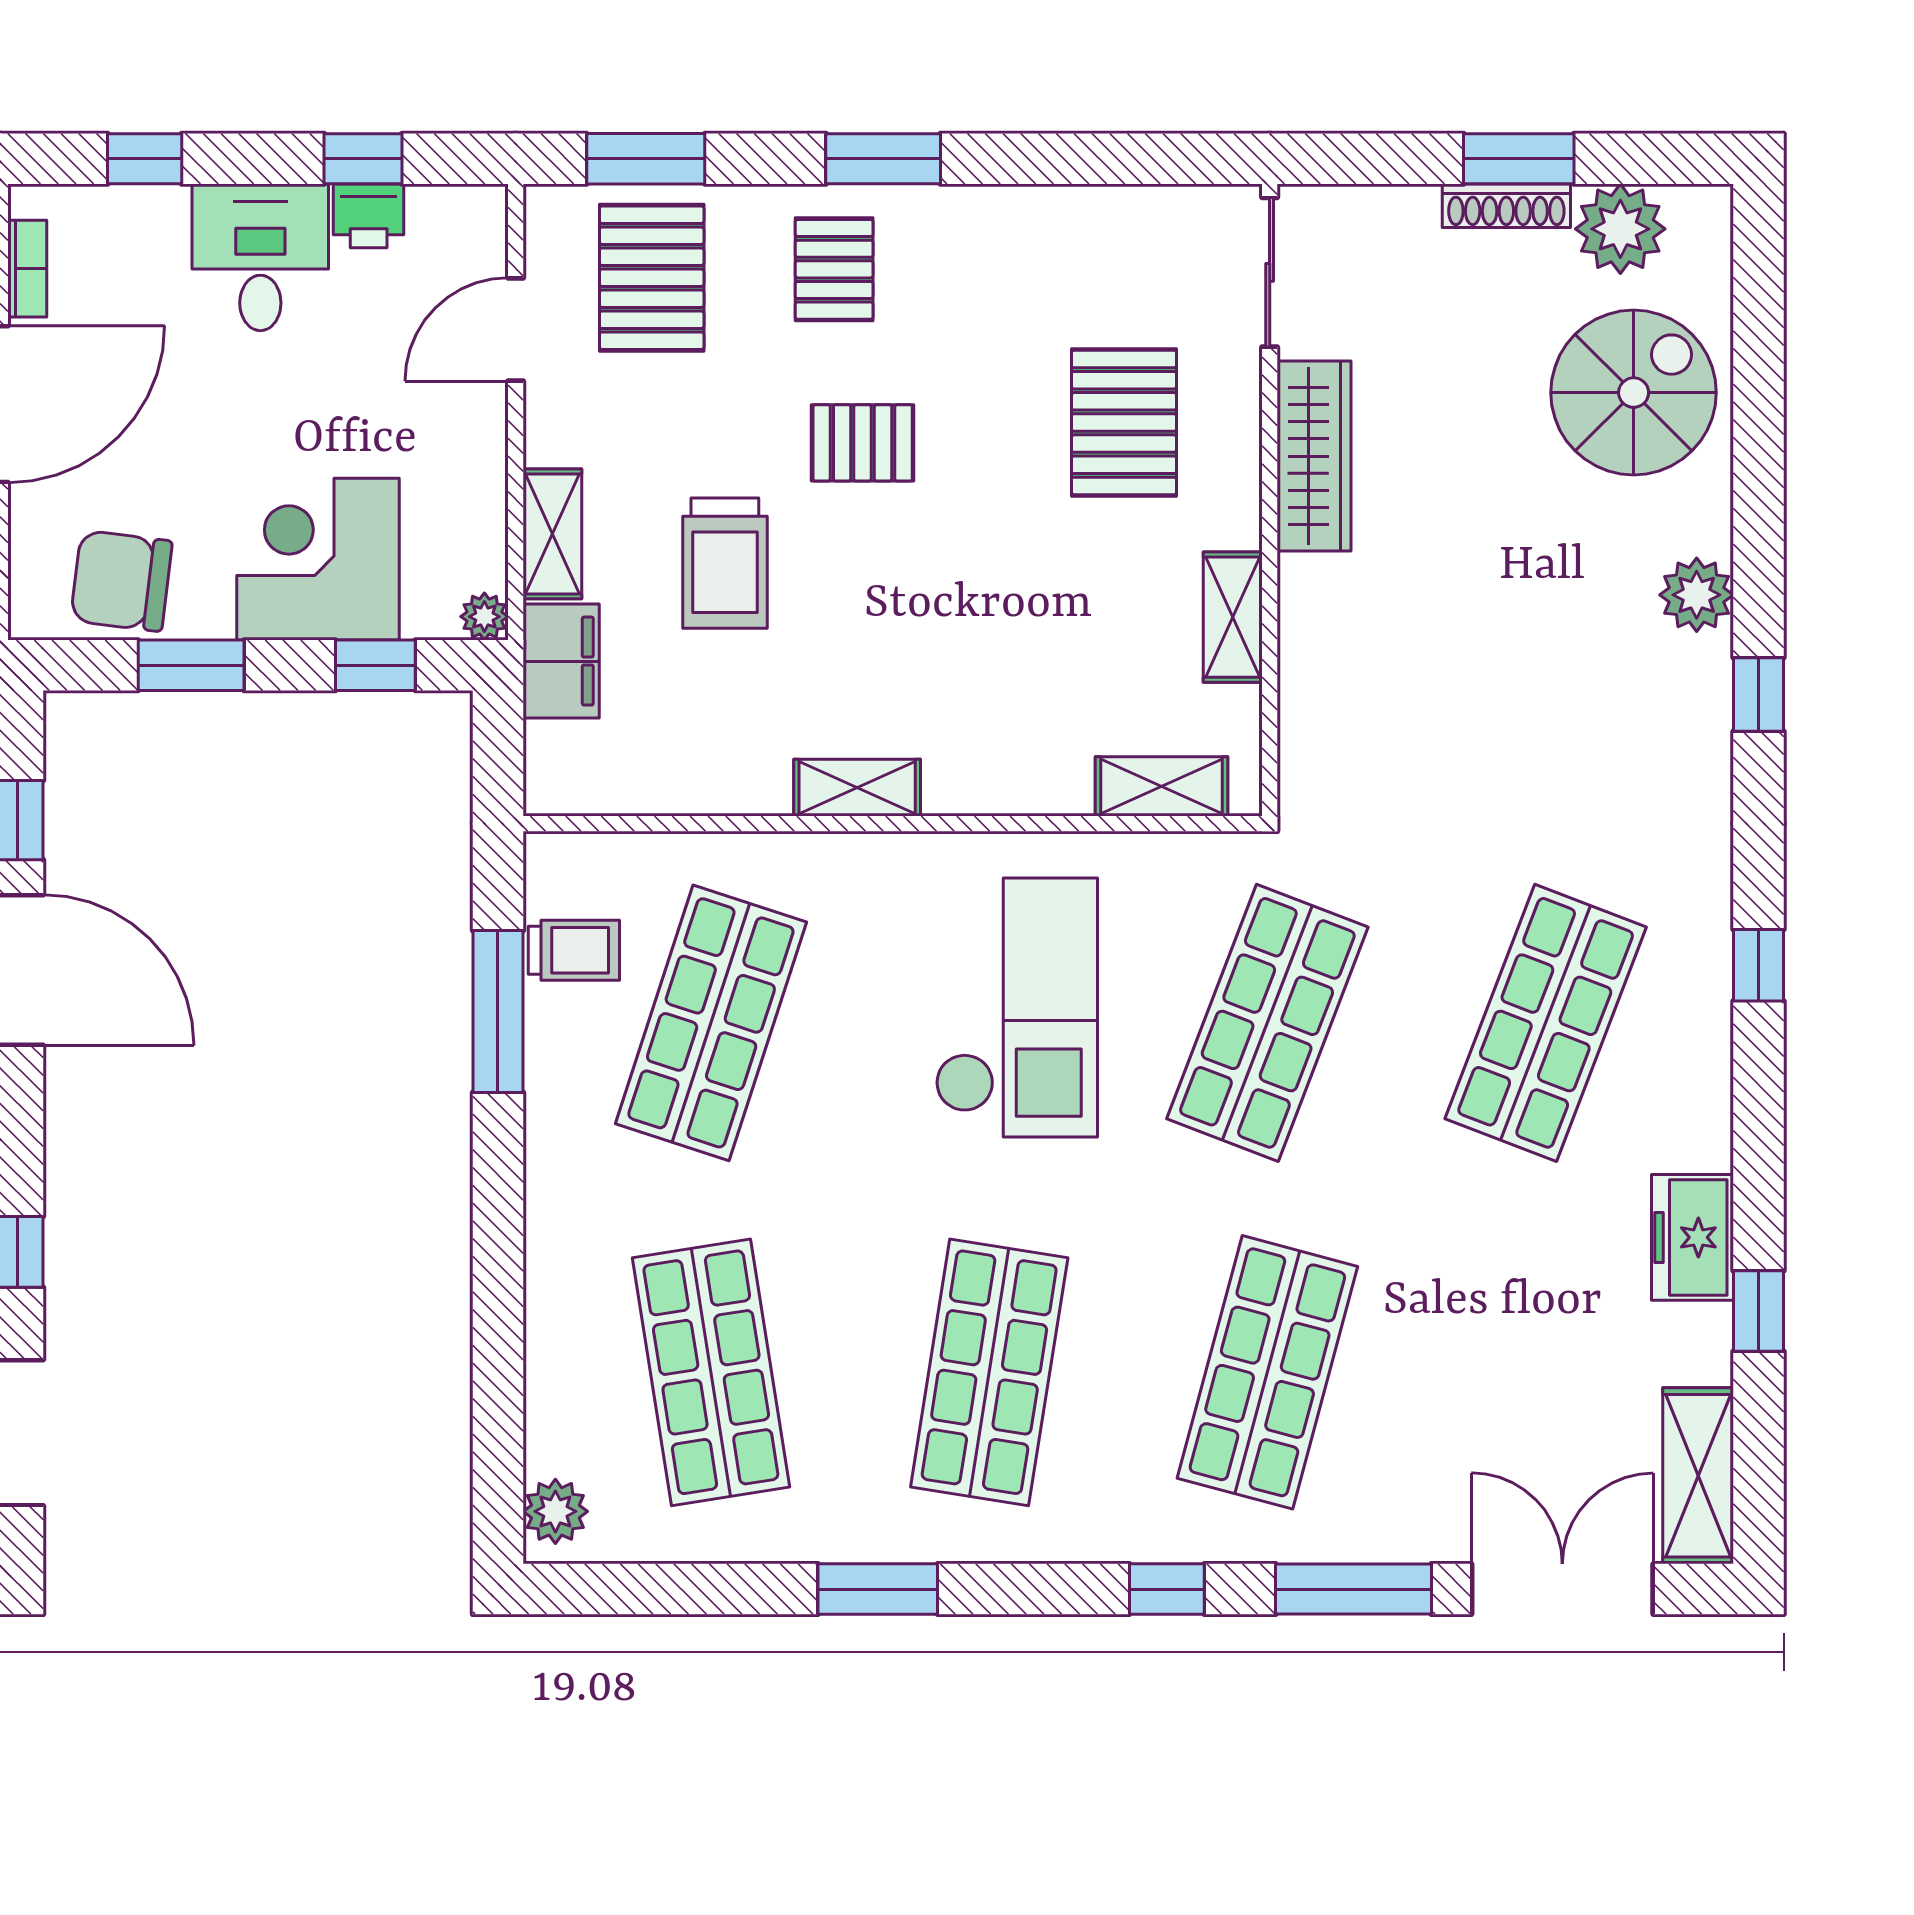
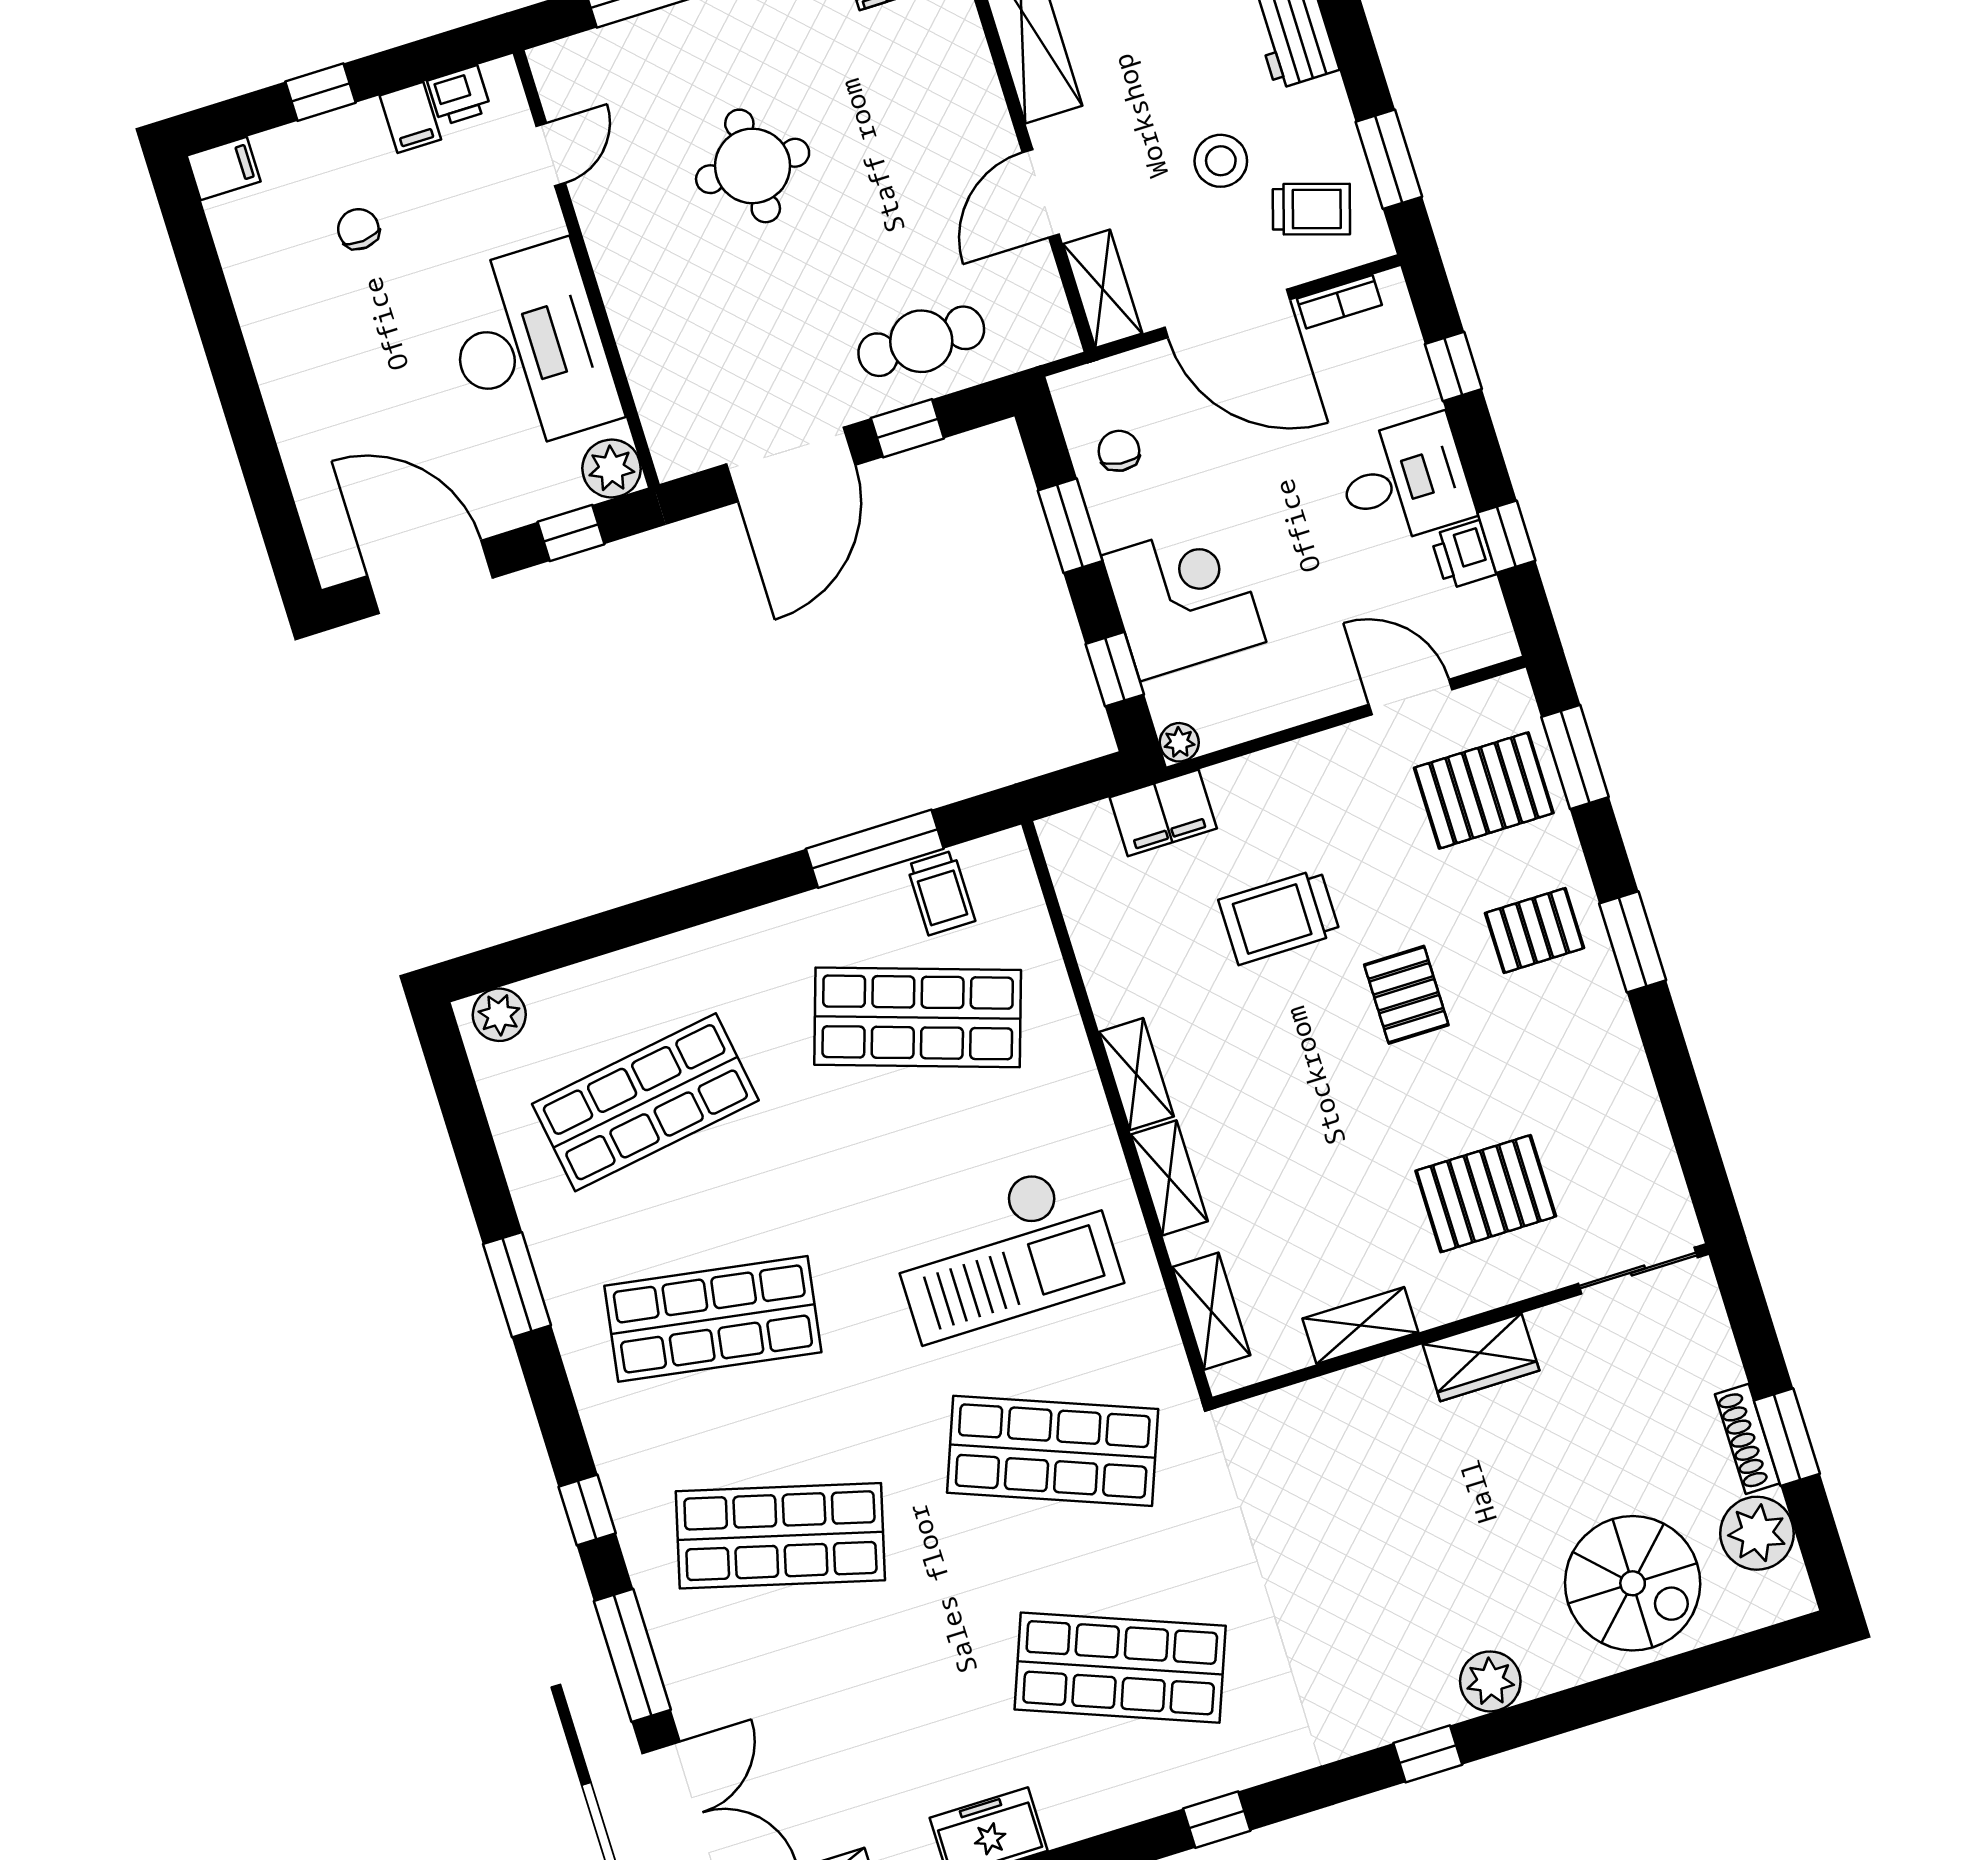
wardrobe: (1314, 456) -> (1481, 1357), width x0.67
shelving: (552, 534) -> (1169, 1178), moved, turned 90
chair: (121, 581) -> (1119, 451), width x0.54, depth x0.54

